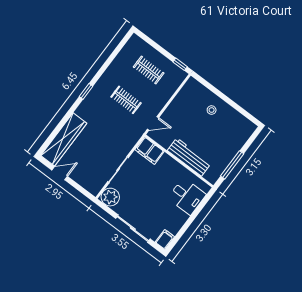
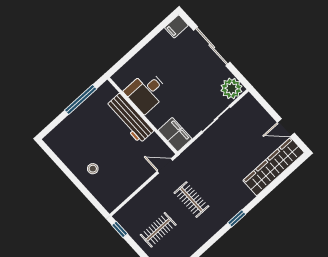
clothes rail: (149, 70) -> (158, 230), turned 90
desk: (187, 196) -> (146, 92), moved, turned -90

